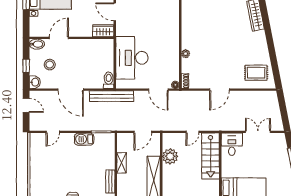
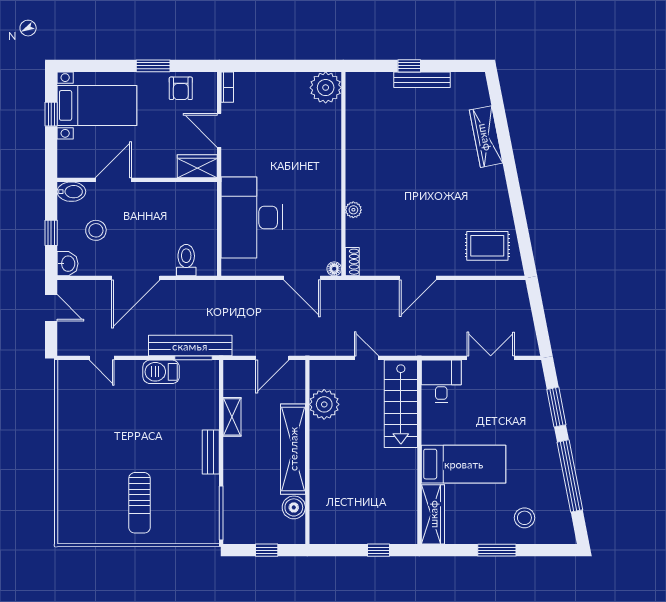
toilet: (109, 80) -> (186, 260), moved
door: (71, 90) -> (136, 278), hinge flipped
bench: (111, 96) -> (190, 346), moved
door: (53, 132) -> (102, 358), hinge flipped
door: (192, 132) -> (366, 358), swing flipped

